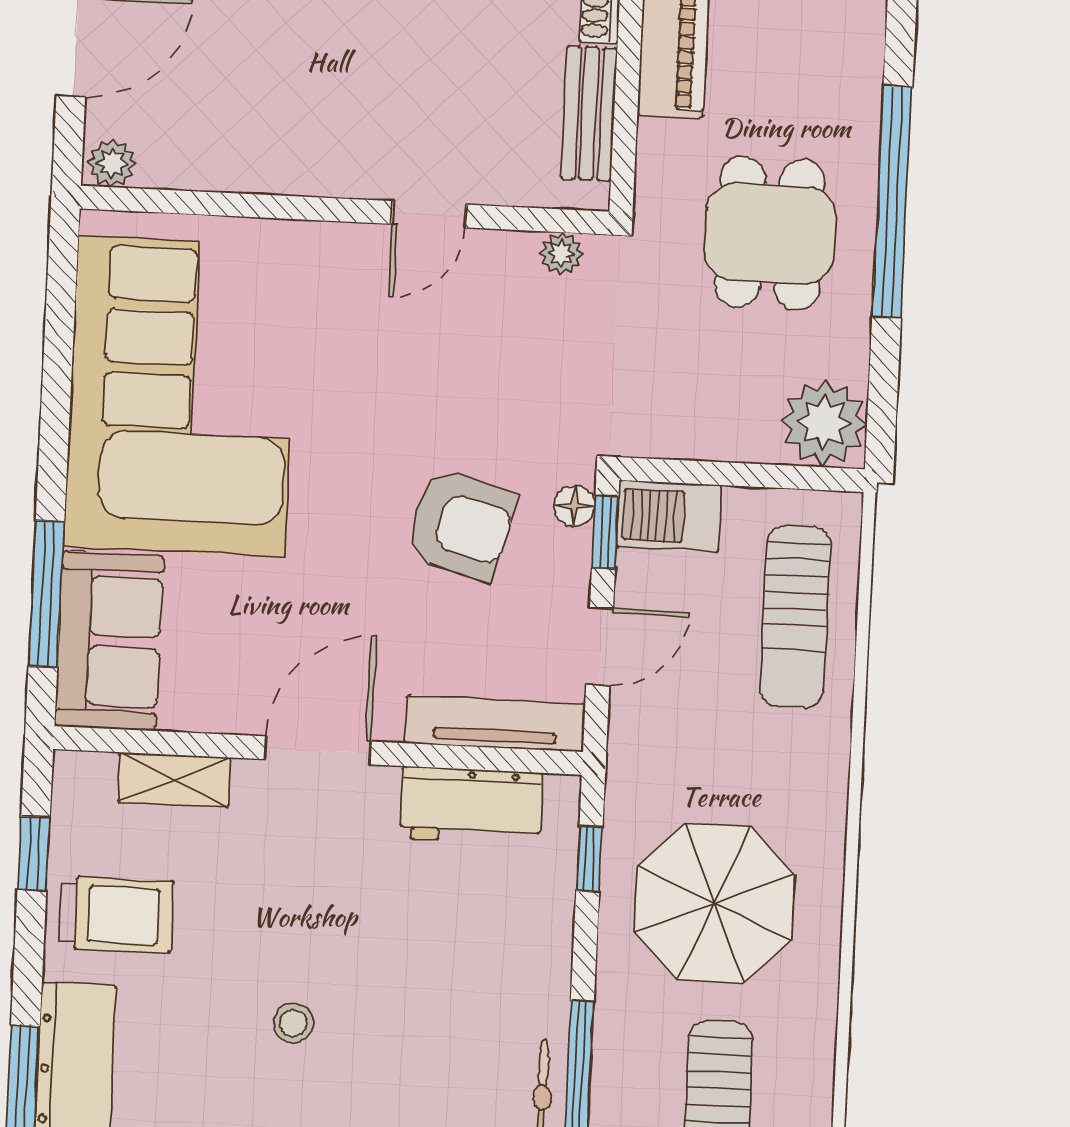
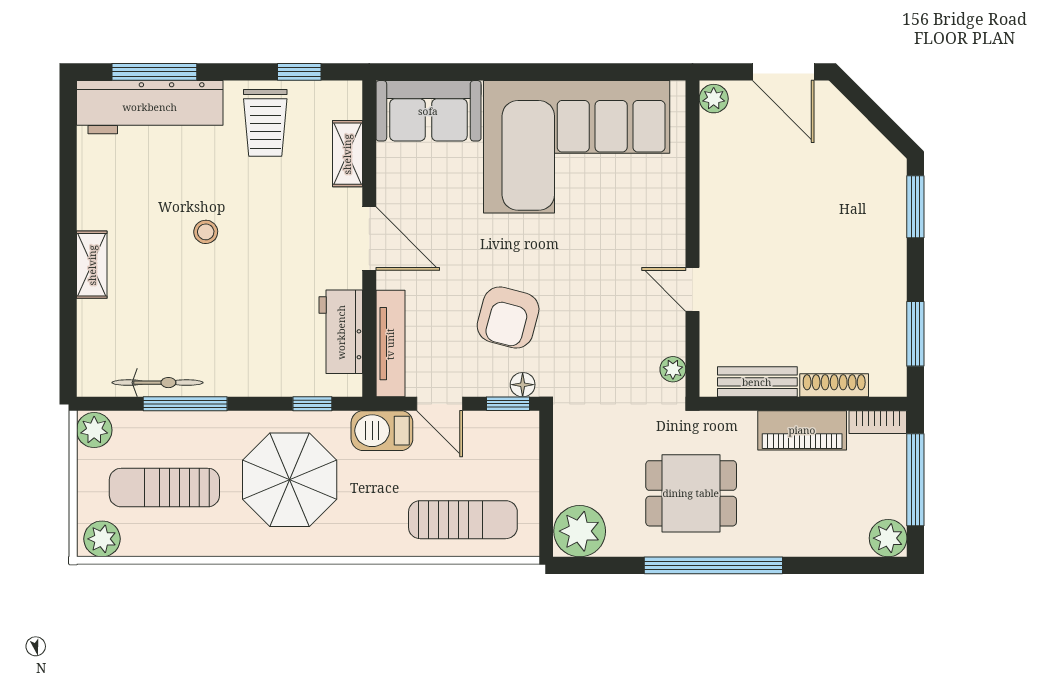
barbecue: (669, 516) -> (382, 431), moved, turned -90
window: (46, 594) -> (455, 72), removed
sun lounger: (795, 617) -> (463, 520), turned 180

